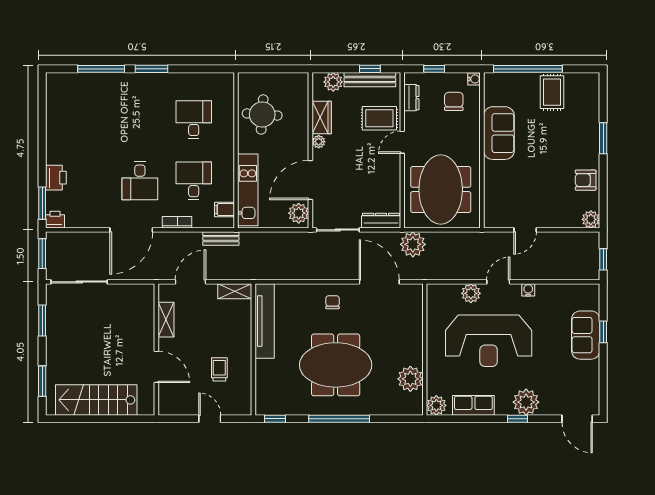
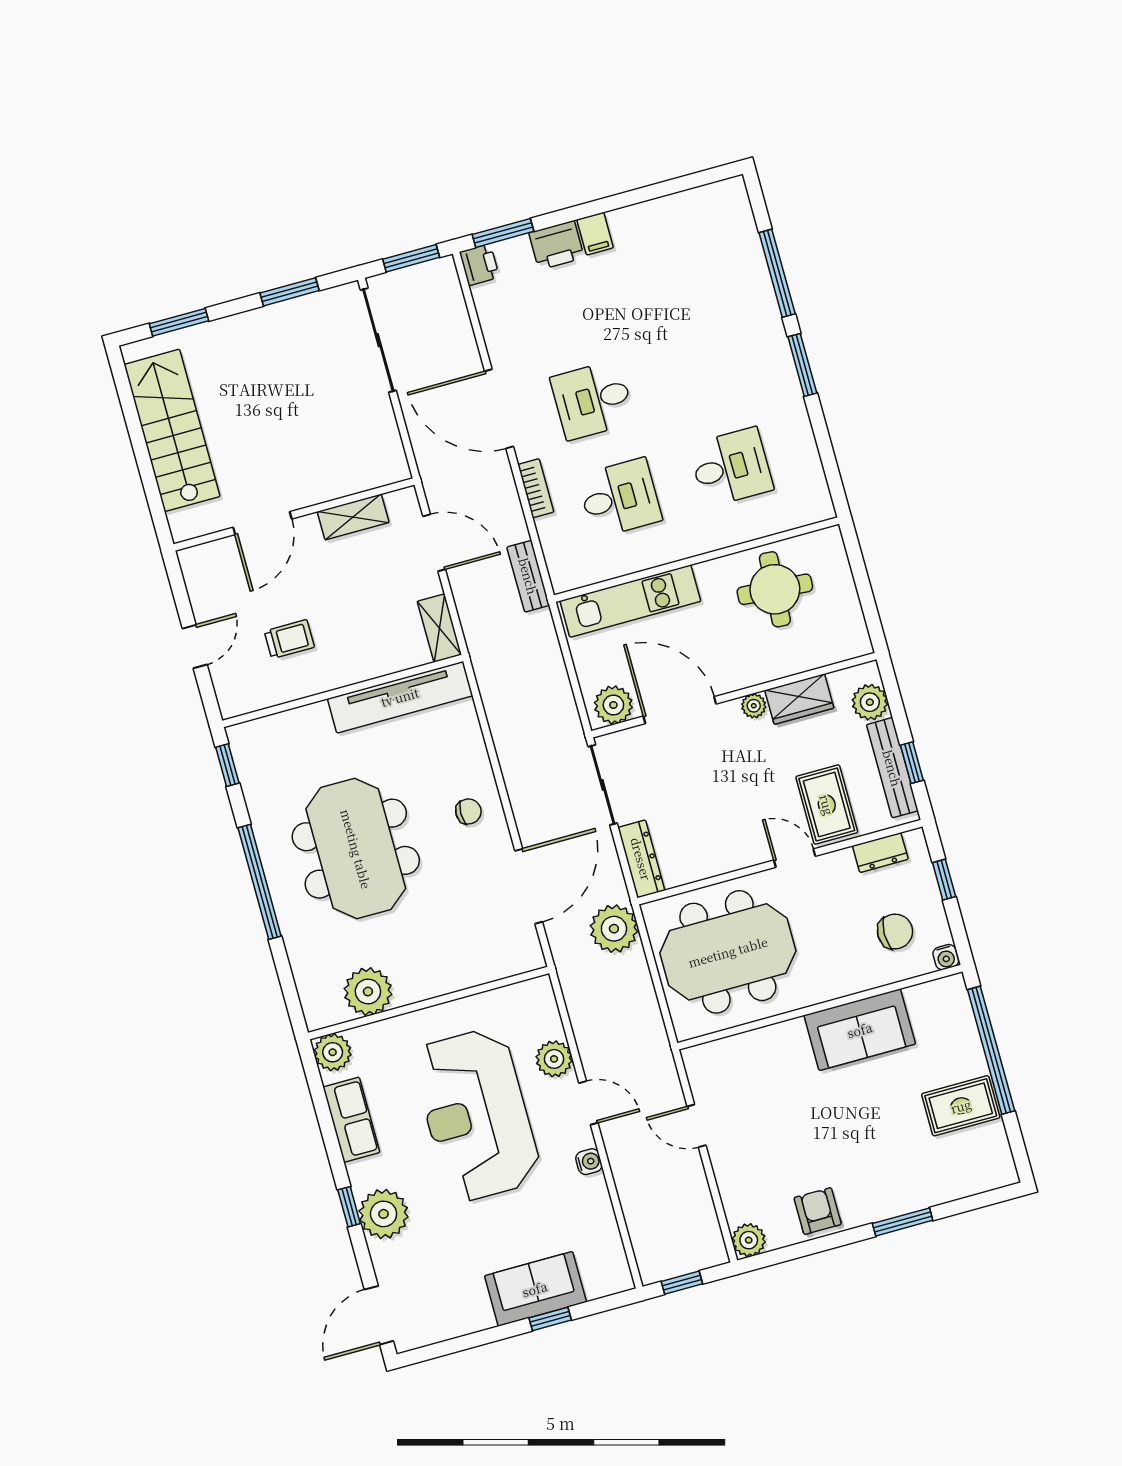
filing cabinet: (224, 209) -> (595, 234), moved, turned 180

